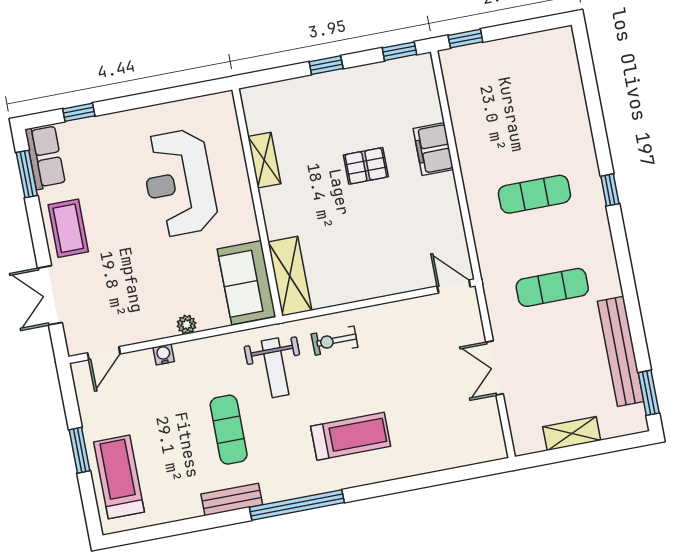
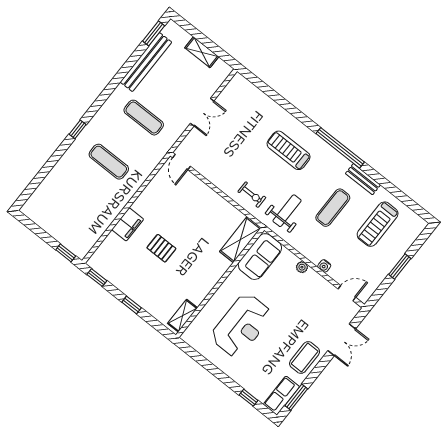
shelving: (264, 160) -> (183, 316), moved
treadmill: (119, 477) -> (378, 224), moved

